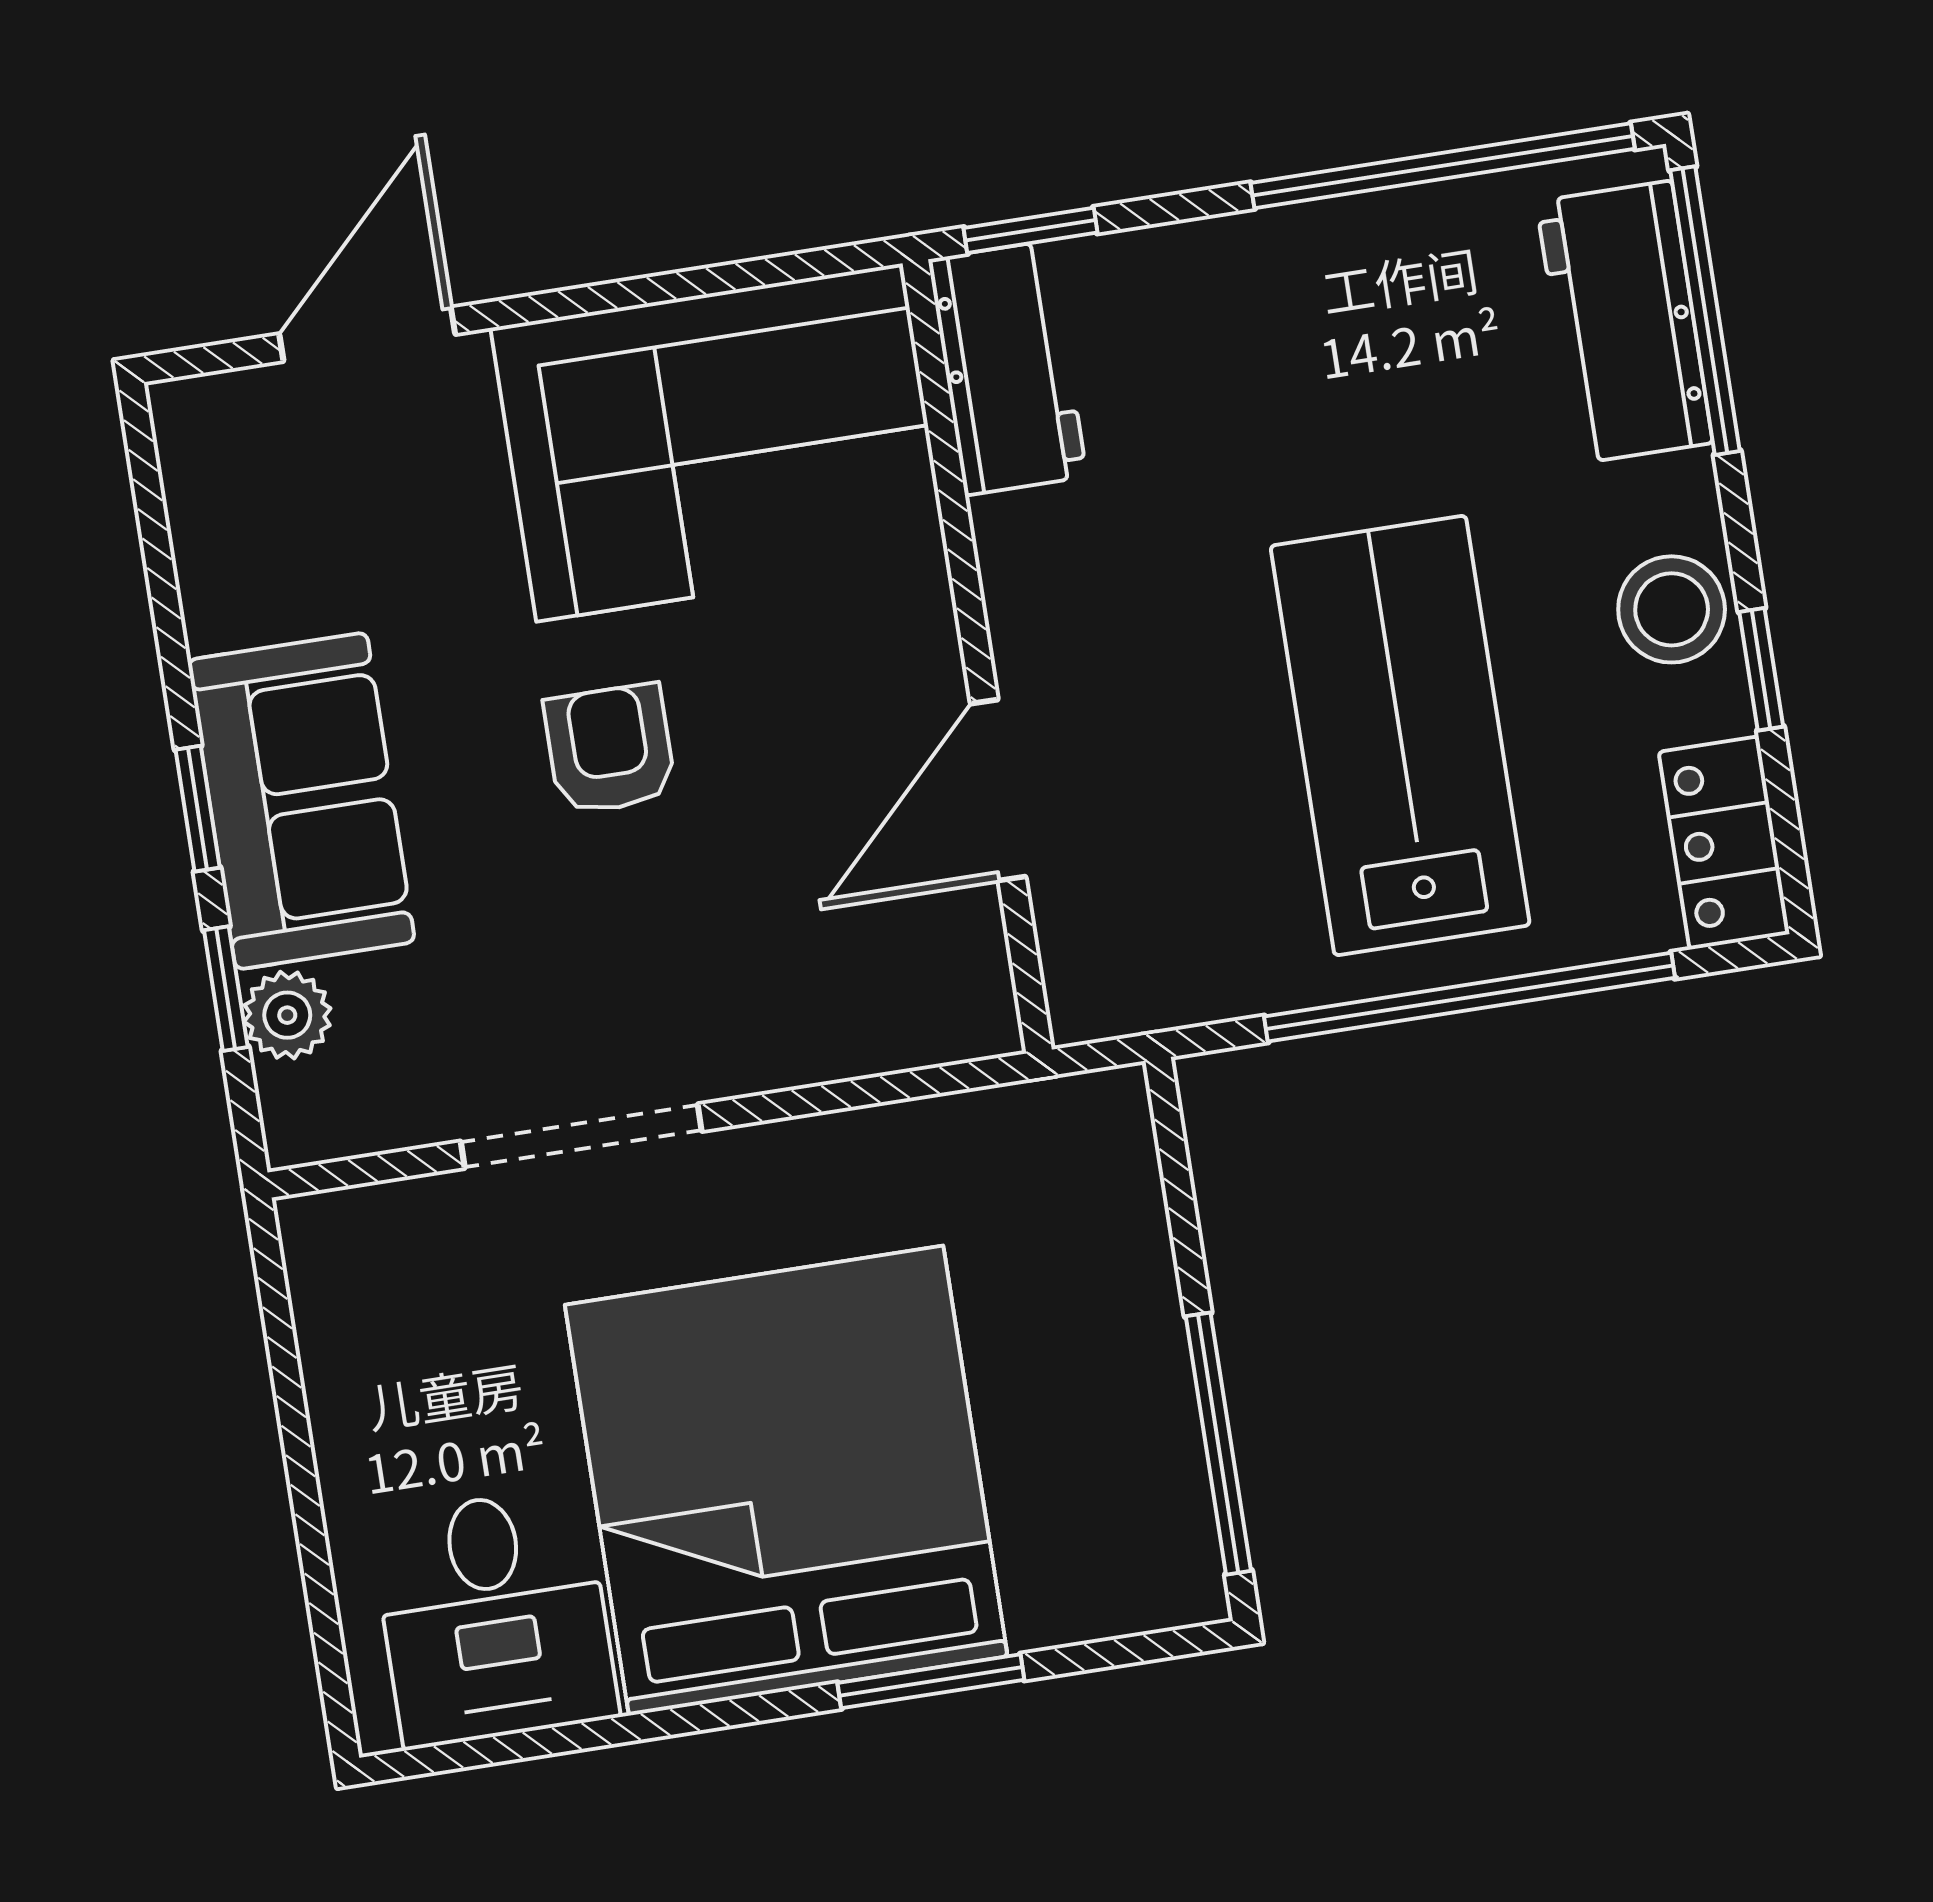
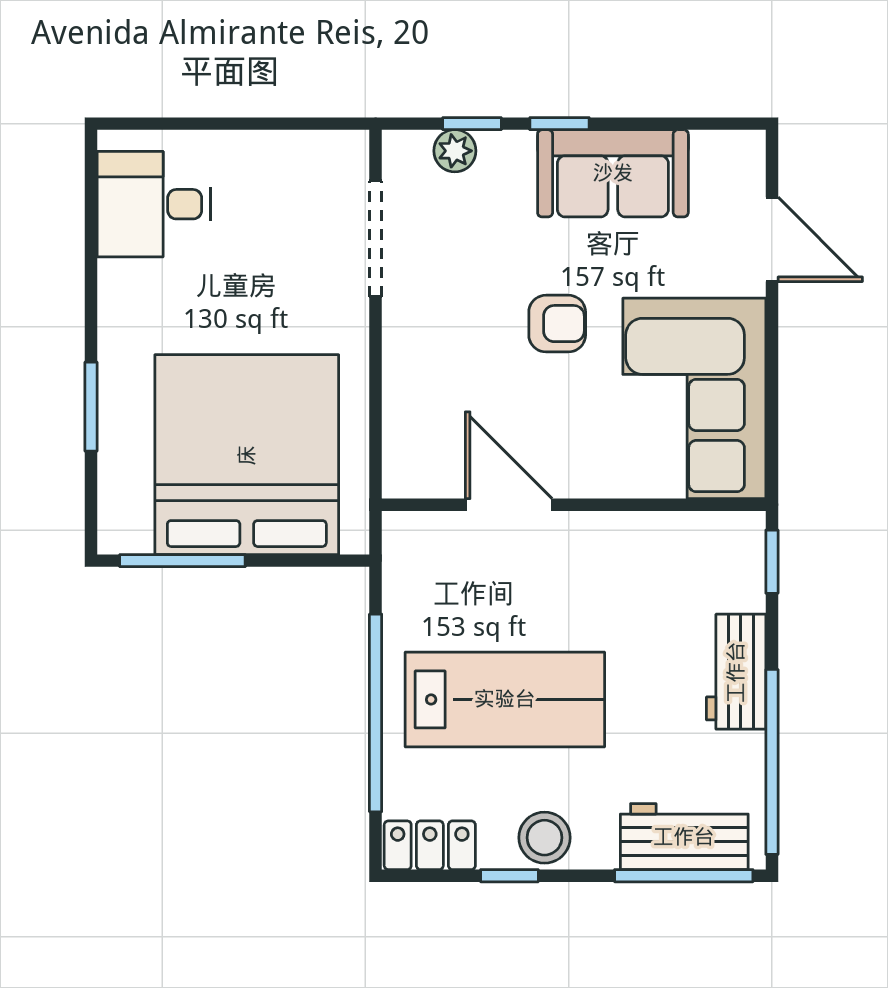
workbench: (1007, 368) -> (736, 672), moved, turned 90
sofa: (301, 801) -> (613, 173), moved
doorway: (581, 1136) -> (376, 239), moved
bed: (786, 1481) -> (247, 455), moved, turned -90

